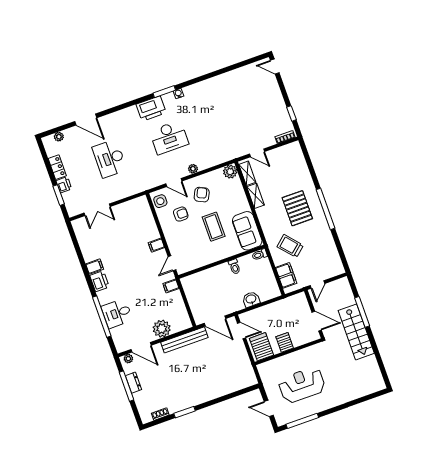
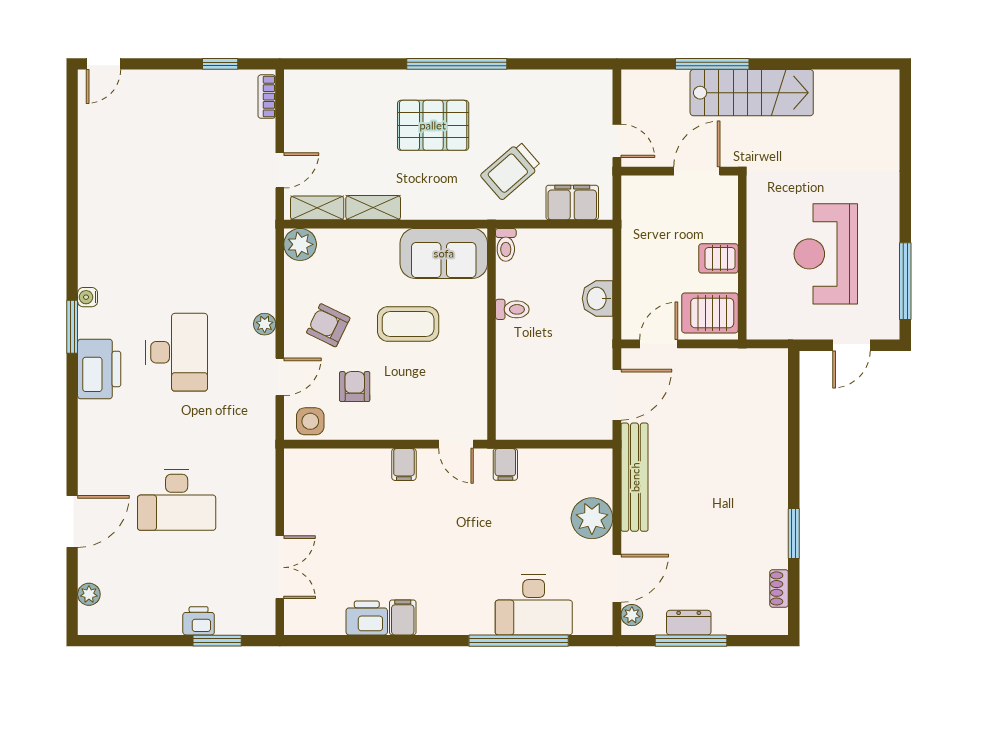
locker: (57, 167) -> (154, 622), removed
printer: (99, 281) -> (367, 618), moved
desk: (117, 313) -> (534, 605), width x1.37

